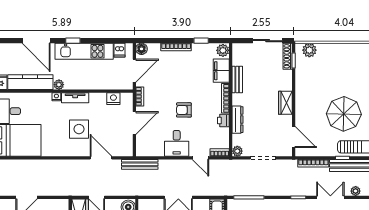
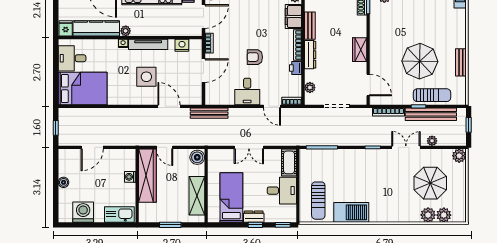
tv unit: (75, 98) -> (148, 44), width x1.41
dresser: (237, 120) -> (310, 55), moved
plant: (237, 151) -> (310, 88), moved

